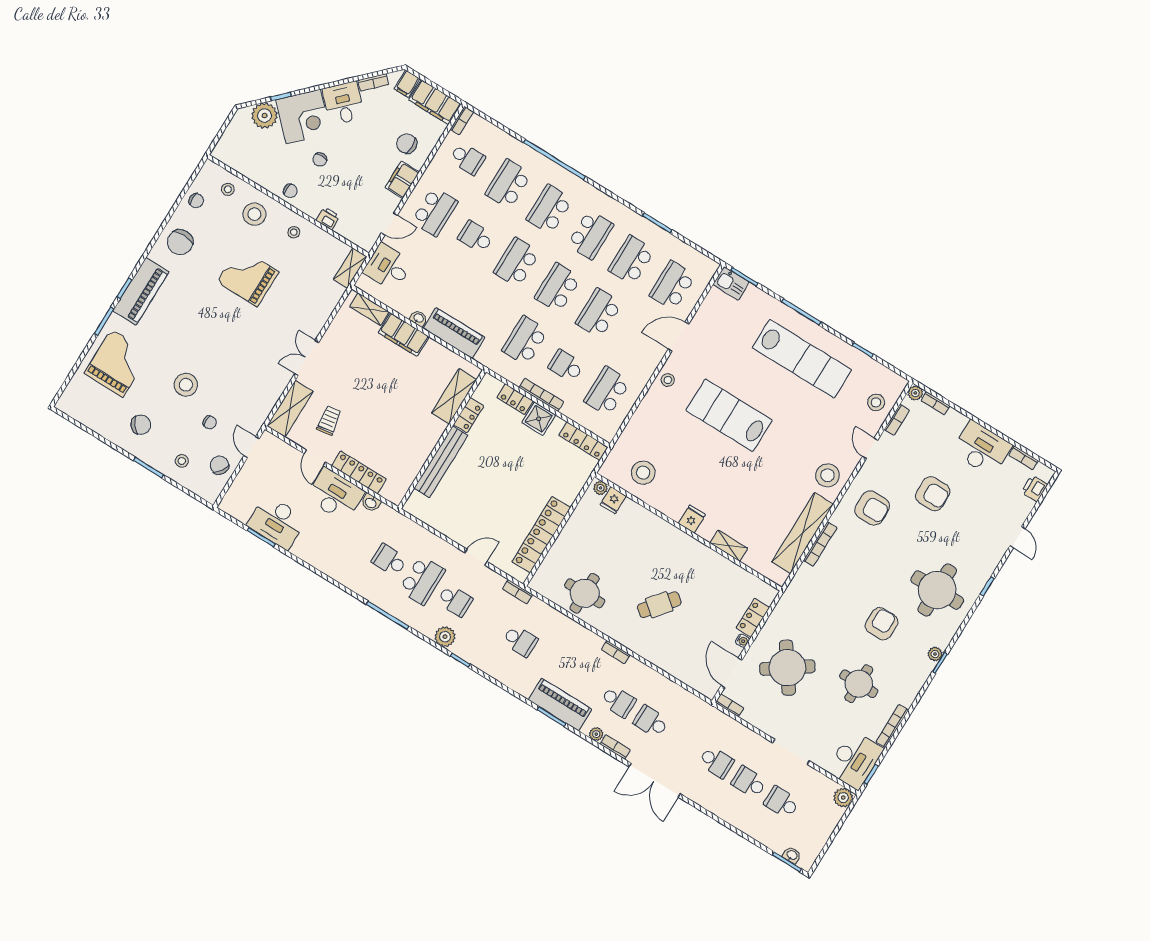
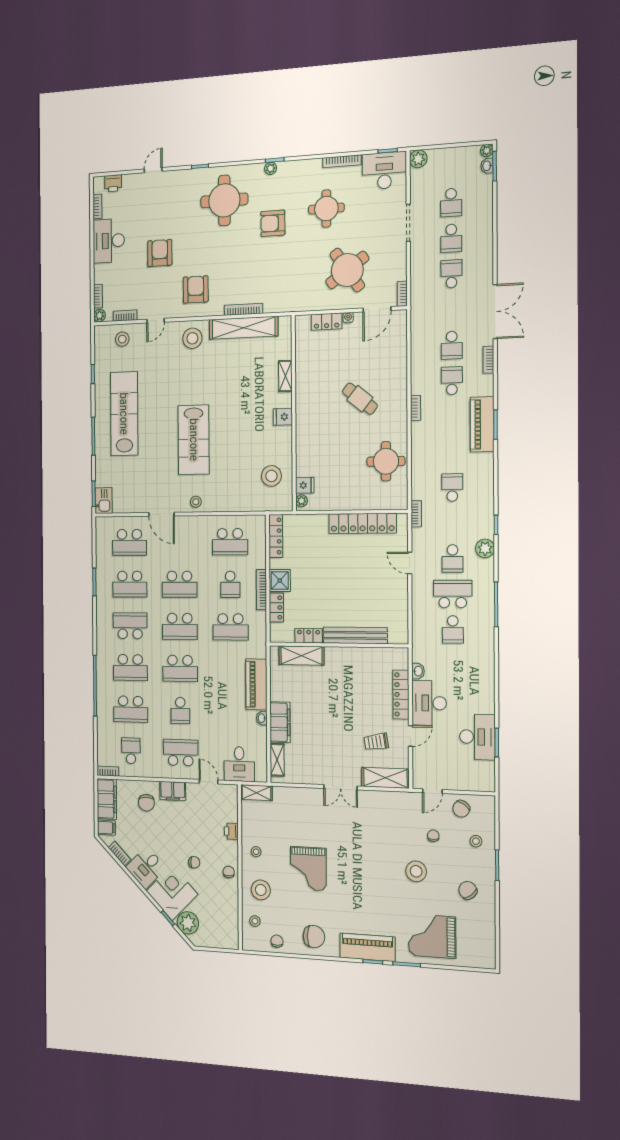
school desk: (455, 600) -> (453, 559), turned 180
plant: (596, 734) -> (487, 151), moved

